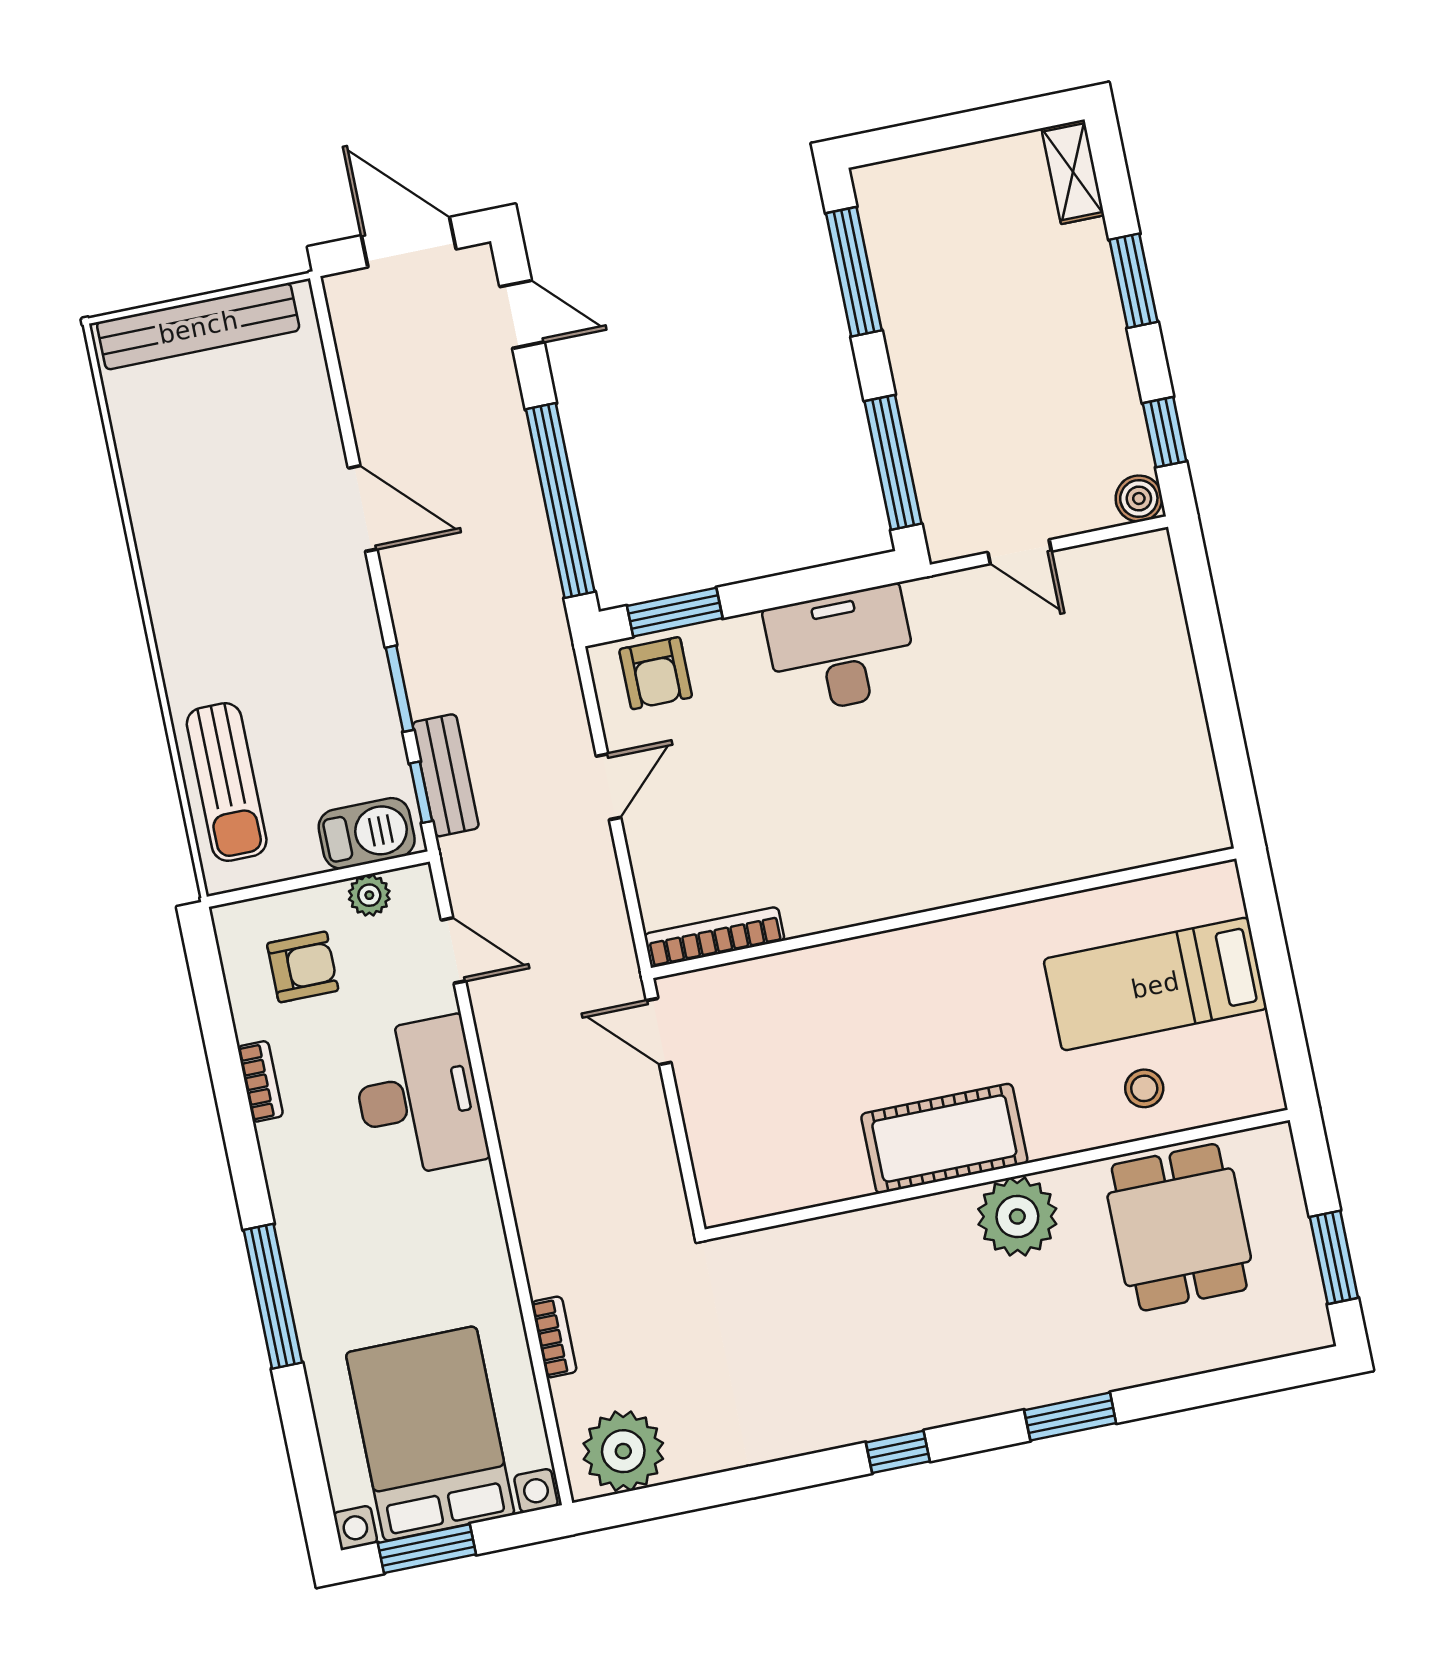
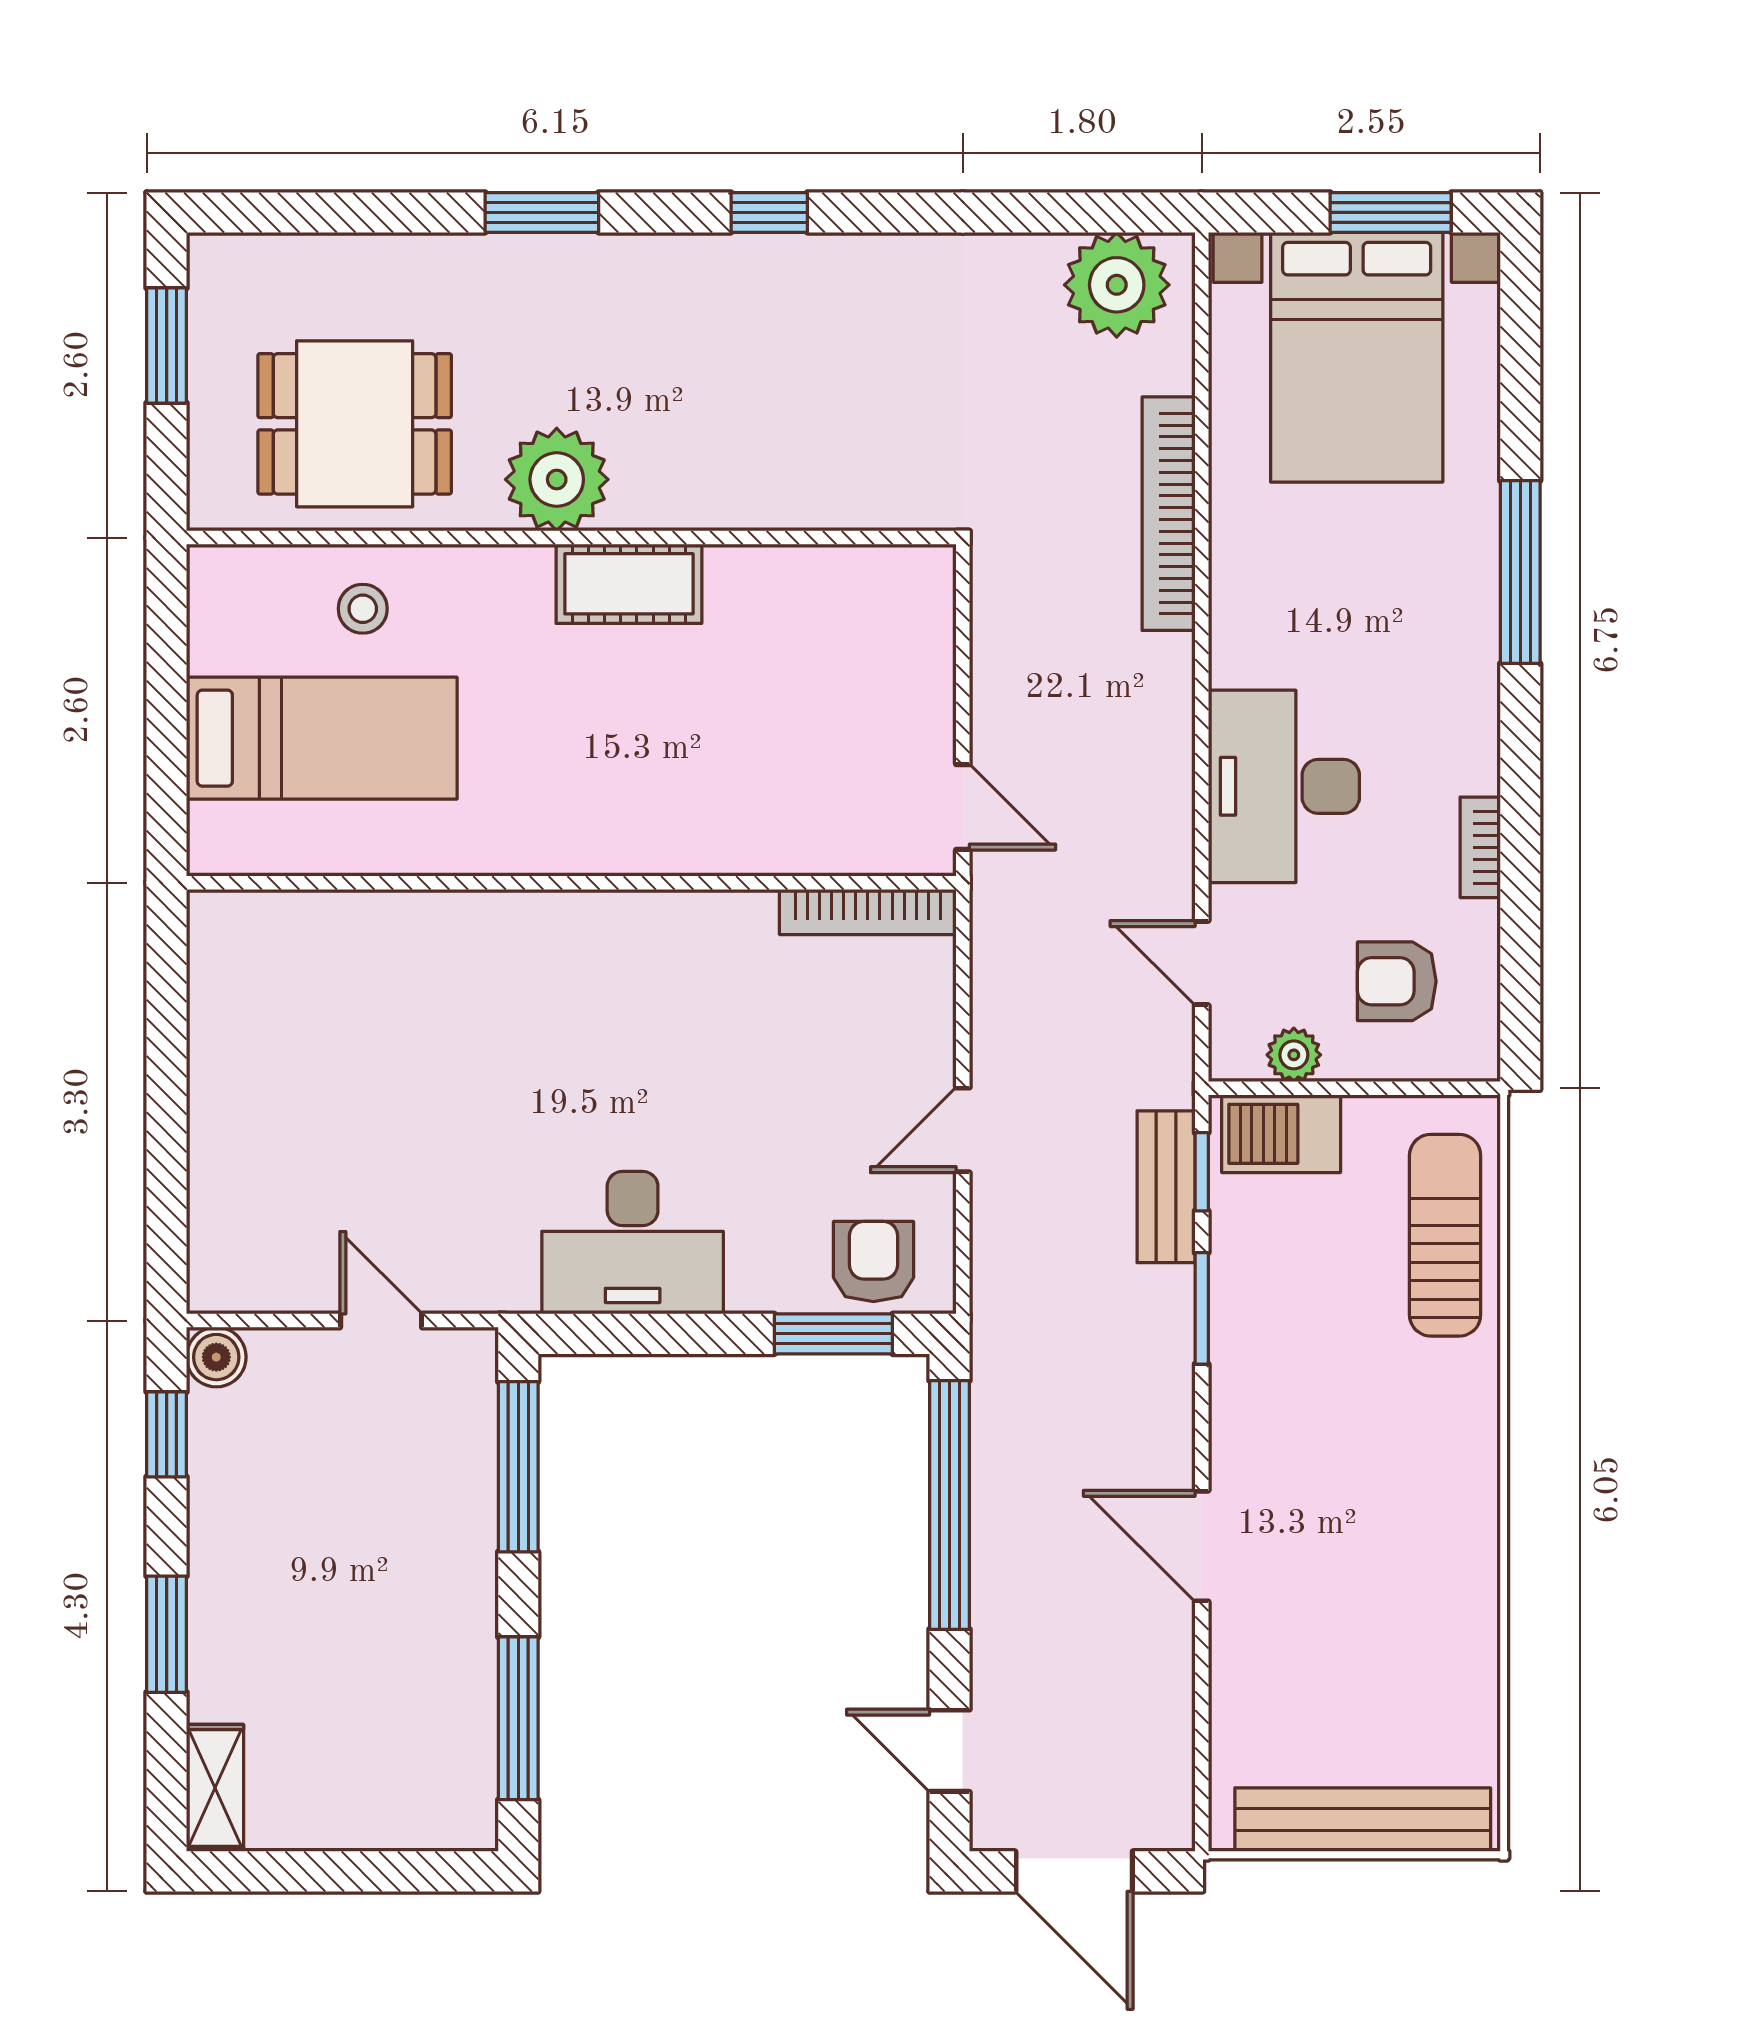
cot: (944, 1138) -> (629, 584), width x0.73, depth x0.75
dining table: (1179, 1227) -> (355, 424), turned 90
bookcase: (554, 1337) -> (1169, 514), width x2.31, depth x1.31

